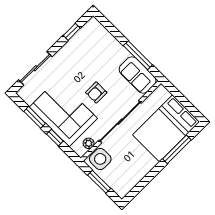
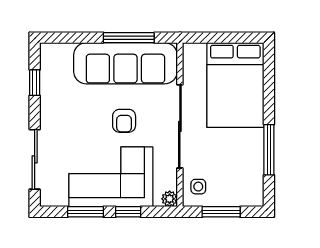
sofa: (138, 75) -> (125, 63), width x1.85, depth x1.27
plant: (89, 143) -> (170, 199), moved
window: (177, 149) -> (269, 150), moved
side table: (100, 159) -> (198, 187), width x0.54, depth x0.54

